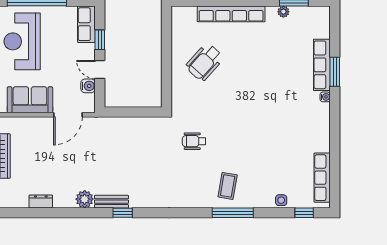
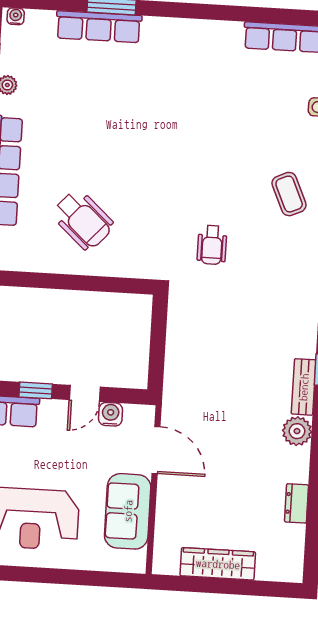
water cooler: (325, 97) -> (16, 16), moved
coffee table: (228, 186) -> (289, 194), turned 56

